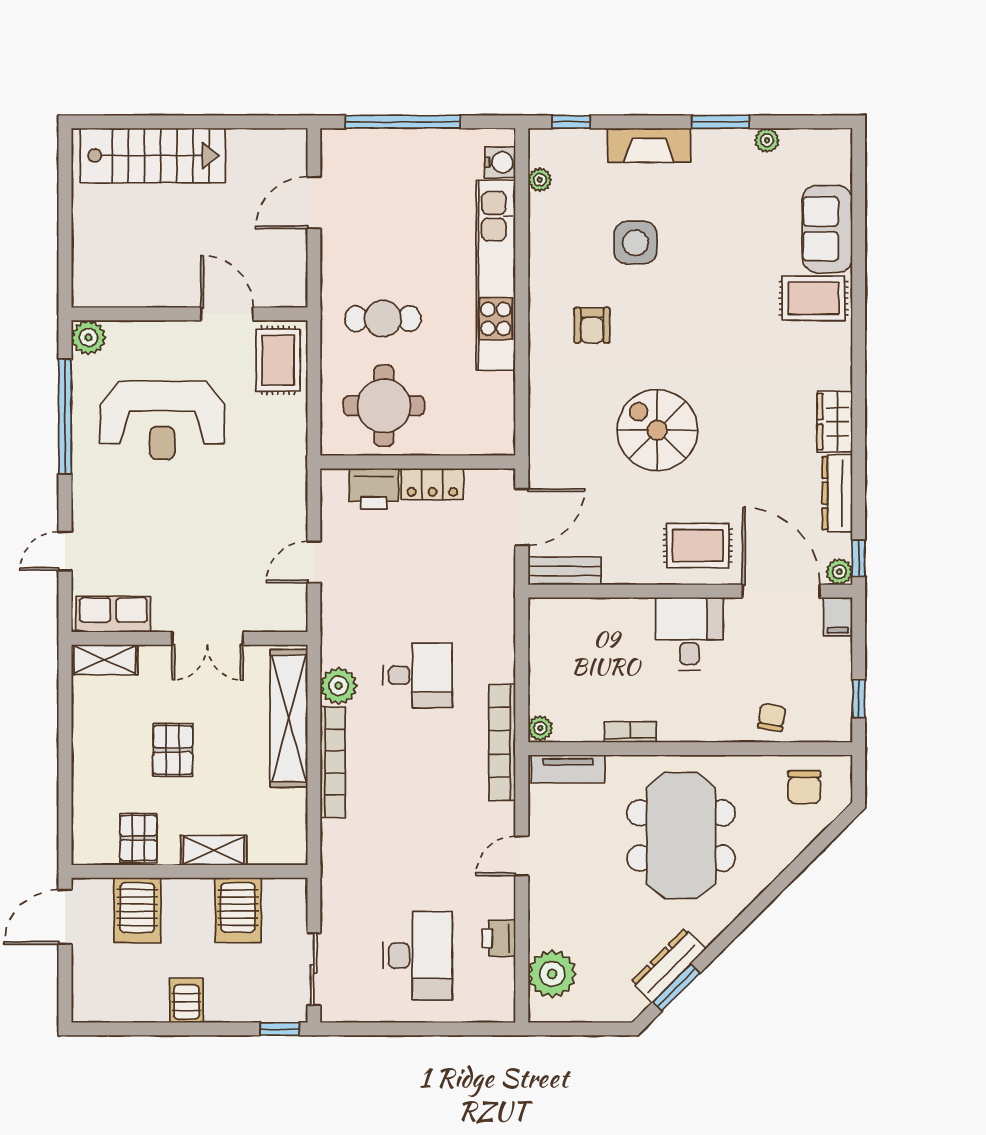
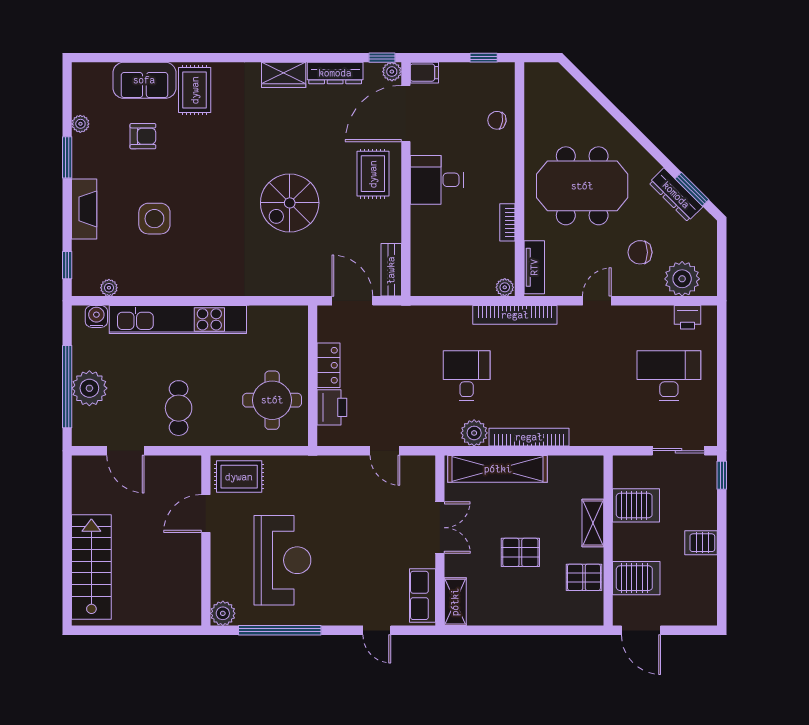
plant: (400, 153) -> (89, 388), added
cafe table: (383, 319) -> (179, 408), moved
armchair: (592, 325) -> (143, 136), moved
chair: (804, 787) -> (640, 252), moved, turned 180
door: (522, 856) -> (597, 301), swing flipped
printer: (499, 938) -> (688, 317), moved

